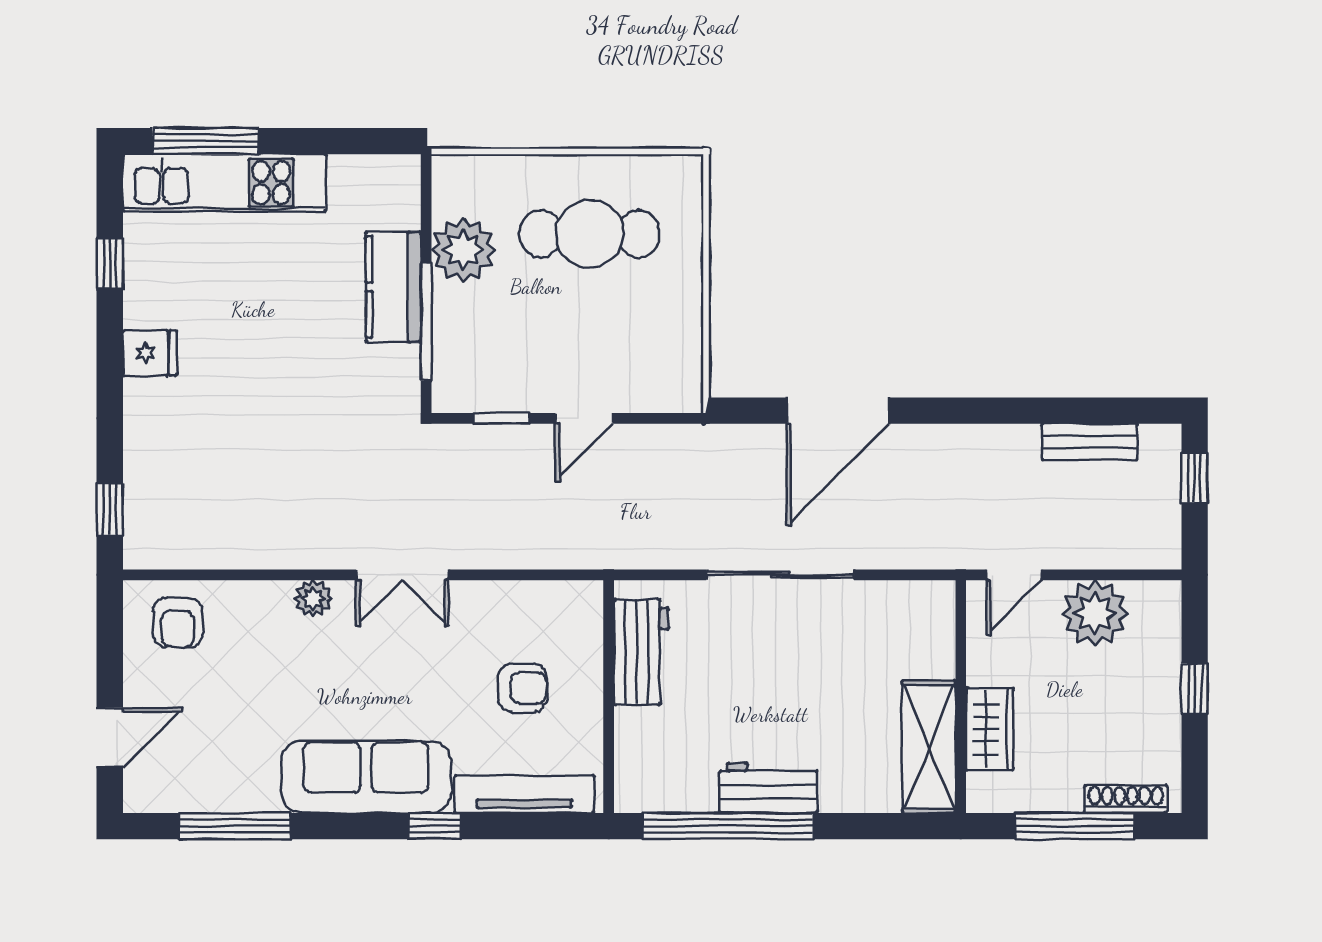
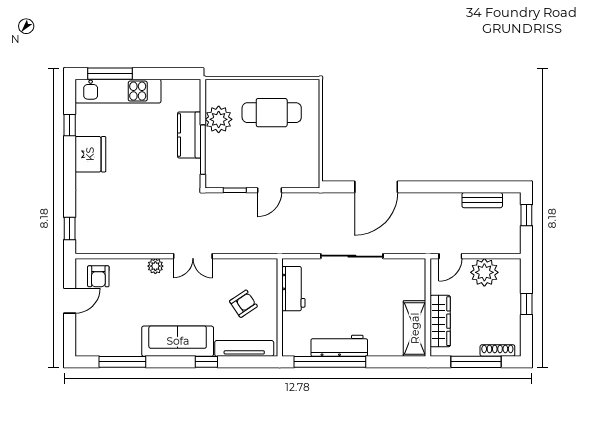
fridge: (150, 353) -> (90, 154), width x1.88, depth x1.34
armchair: (522, 688) -> (243, 304), turned -34
wardrobe: (990, 729) -> (440, 321), width x1.50
door: (110, 737) -> (70, 301), moved
workbench: (768, 788) -> (339, 346), width x1.38

